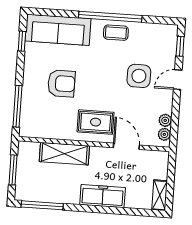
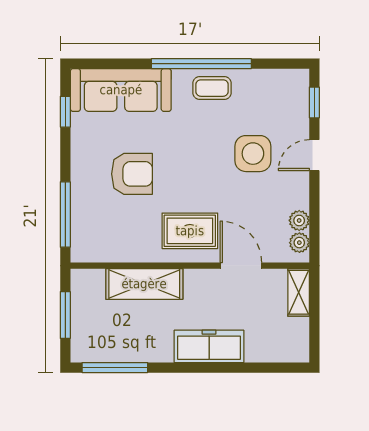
shelving: (160, 195) -> (299, 292), moved

